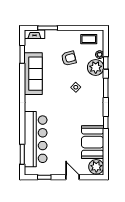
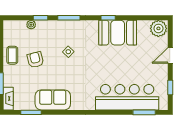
coffee table: (89, 39) -> (12, 55), moved
plant: (96, 67) -> (46, 29), removed
sofa: (33, 74) -> (53, 100), width x0.73
booth: (93, 142) -> (118, 33), moved

